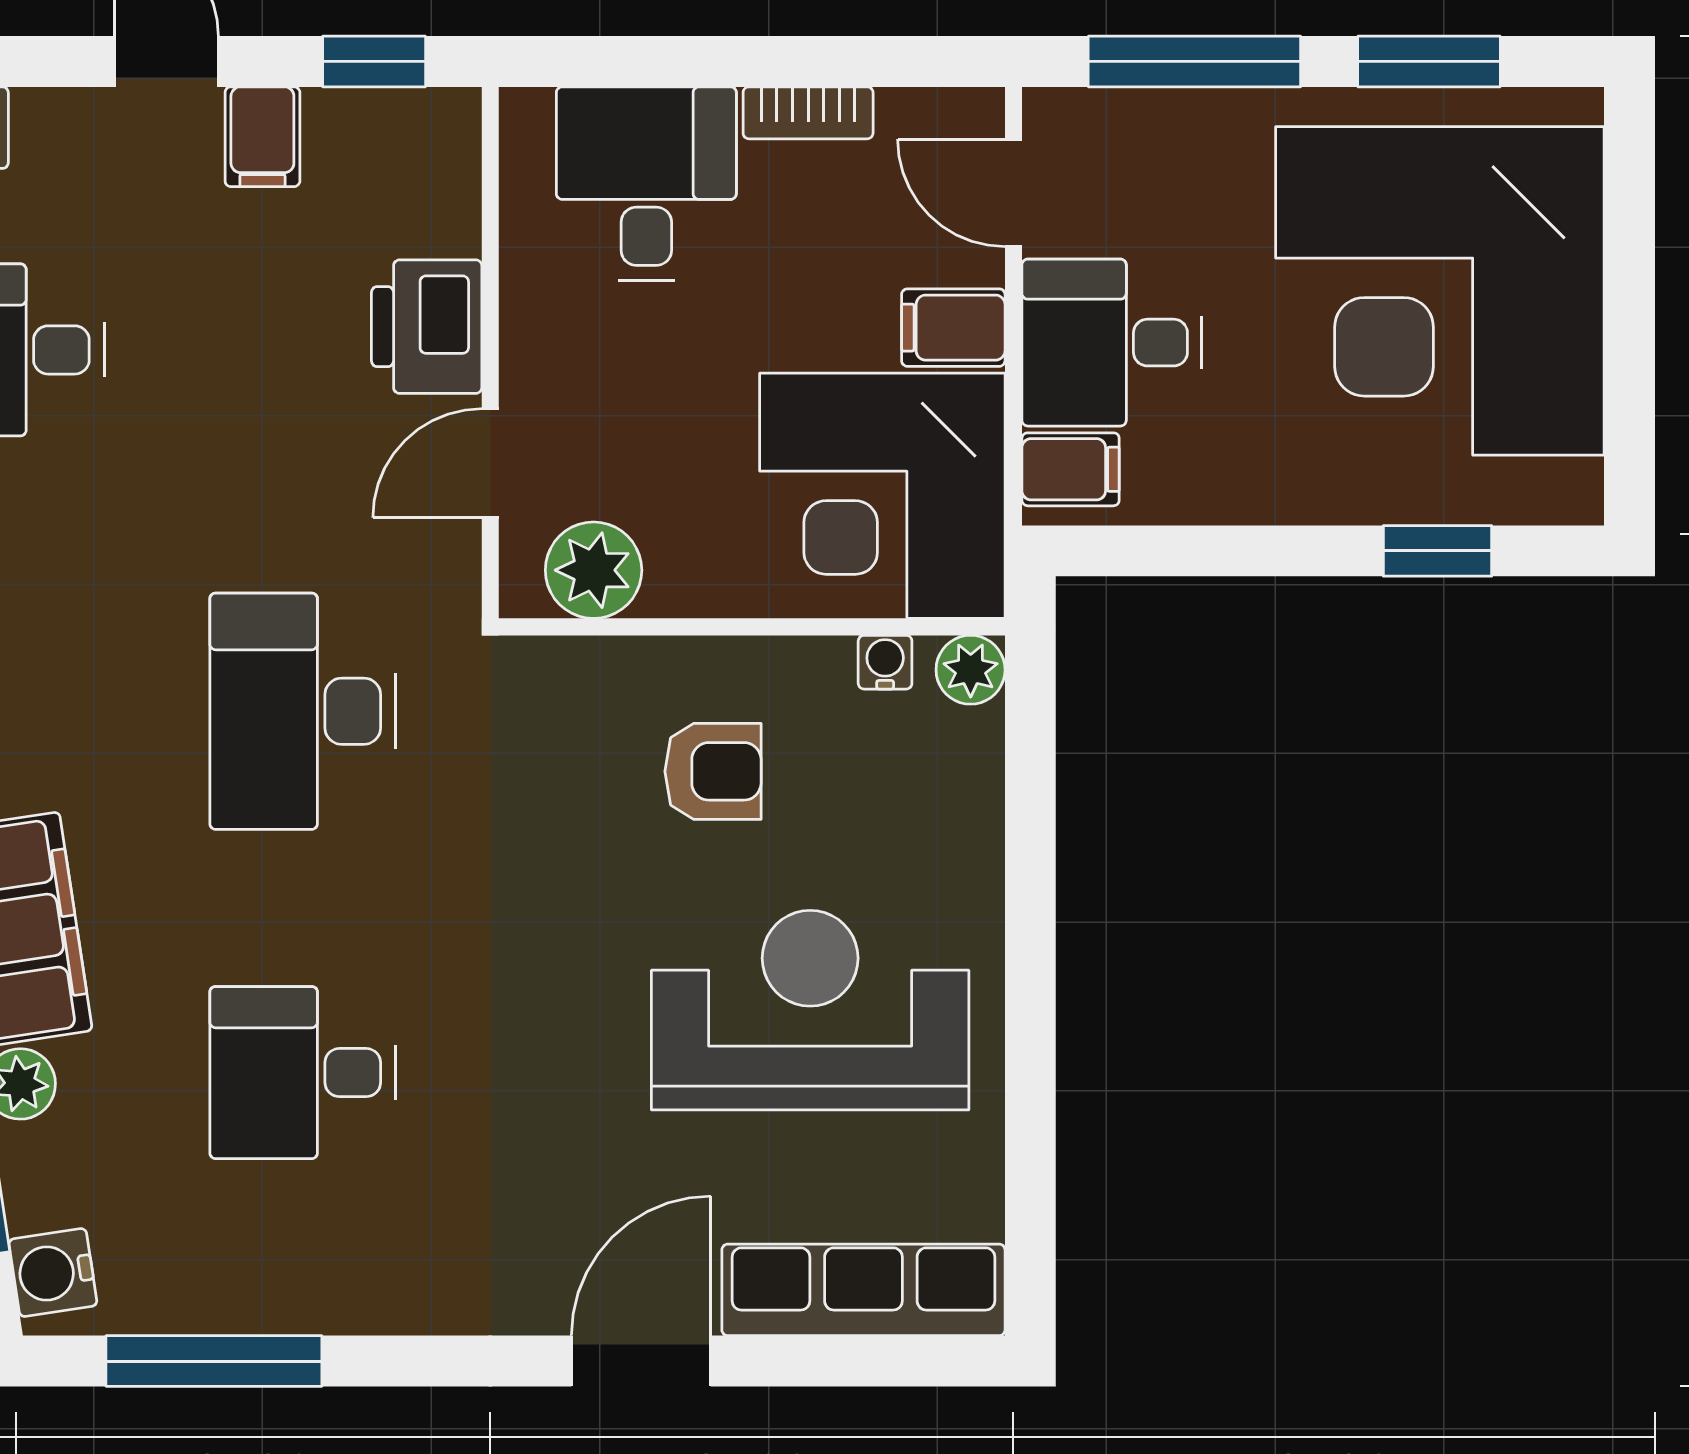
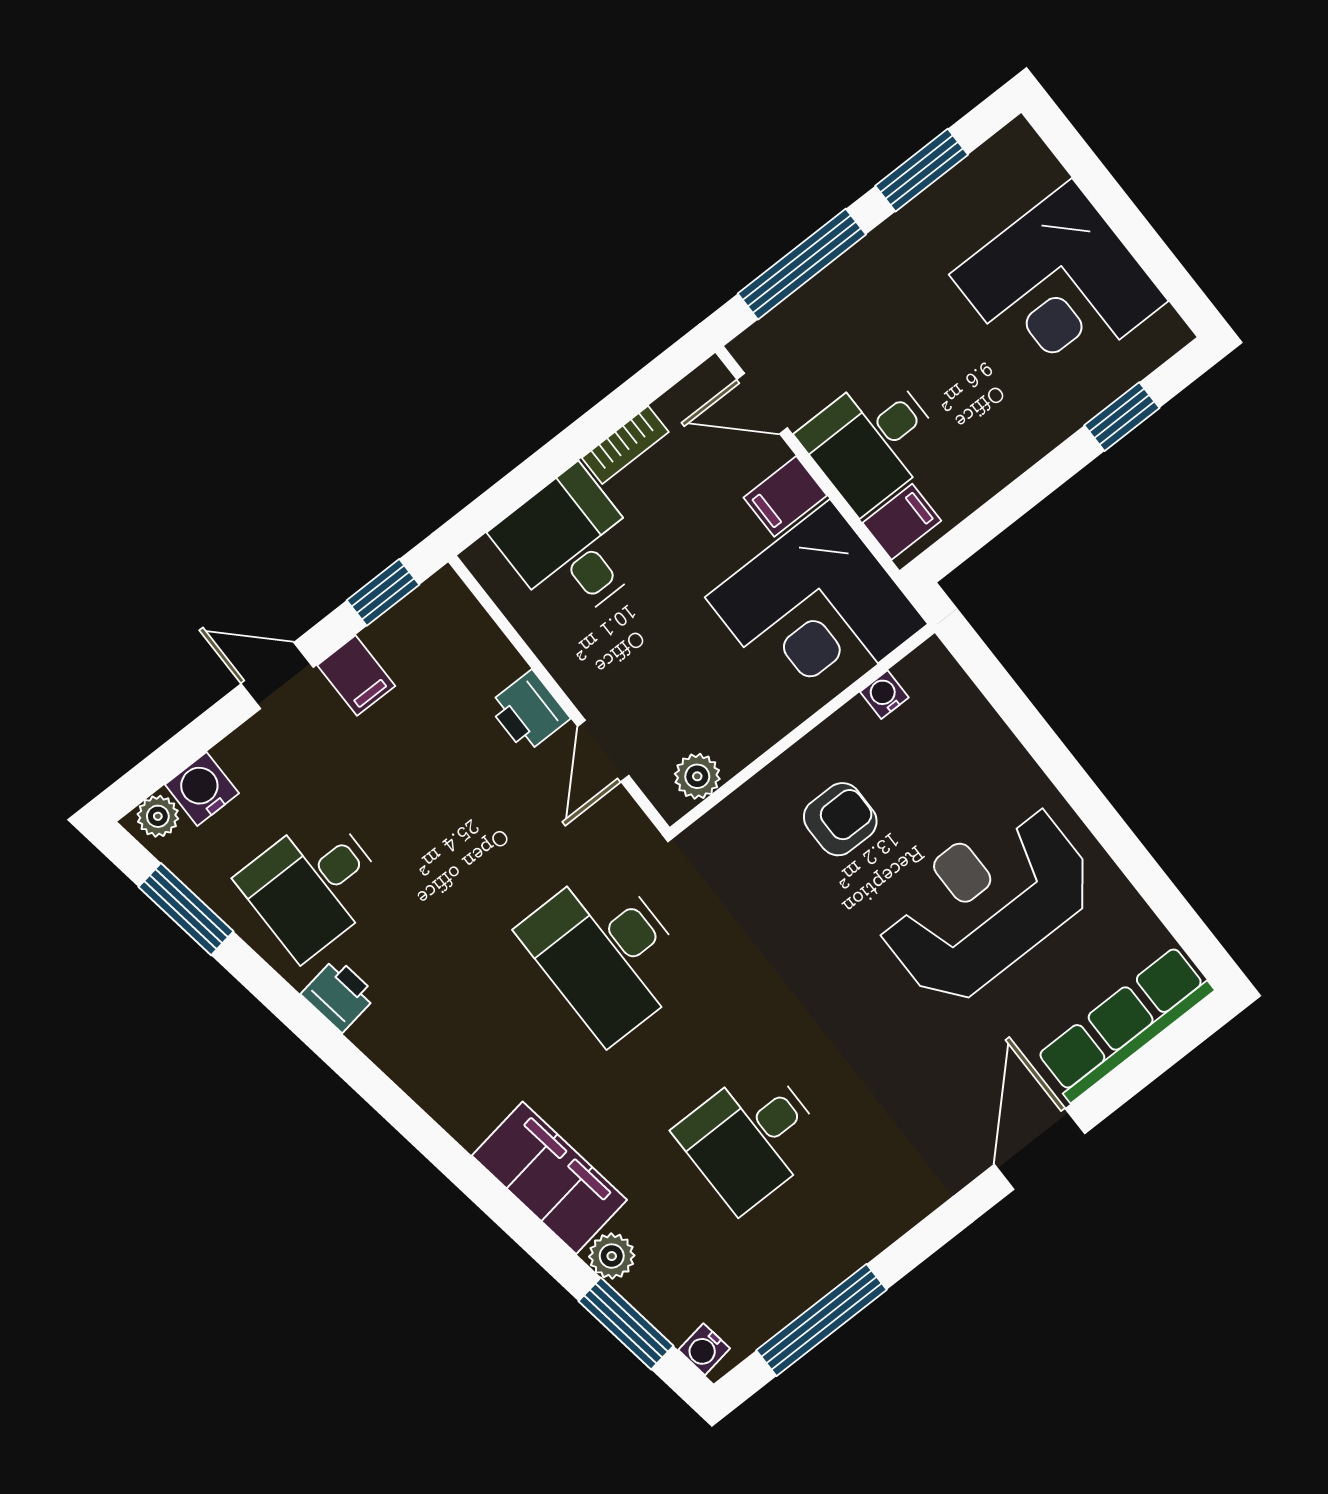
corner desk: (1440, 291) -> (1059, 288), width x0.74, depth x0.74
printer: (427, 327) -> (529, 712), width x0.73, depth x0.81
plant: (594, 570) -> (697, 776), width x0.73, depth x0.73
plant: (971, 670) -> (931, 664), removed
water cooler: (53, 1273) -> (704, 1349), width x0.72, depth x0.72

